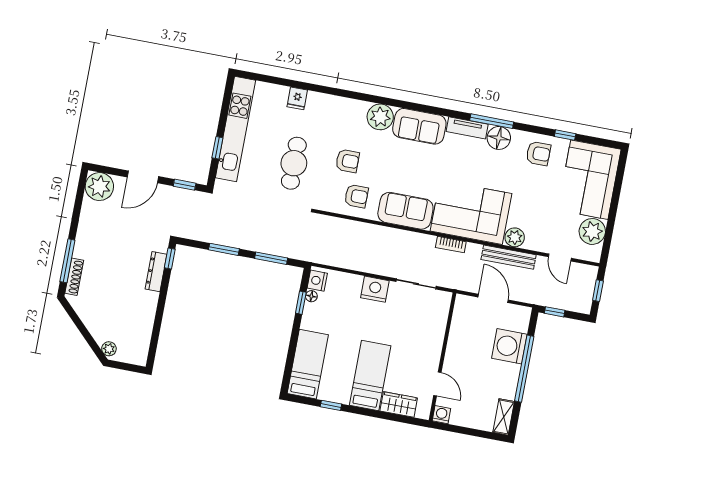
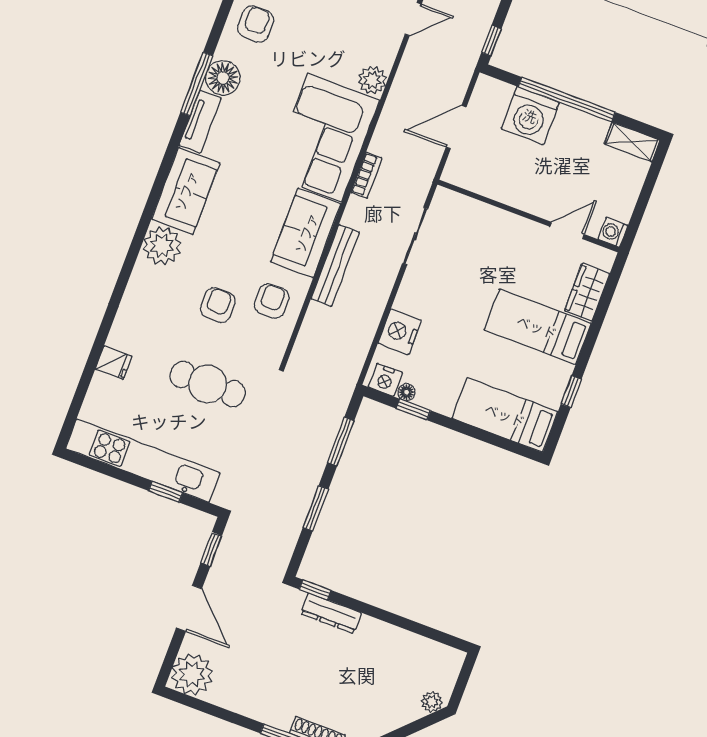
bench: (509, 257) -> (335, 265), moved
nightstand: (375, 289) -> (400, 332), moved

